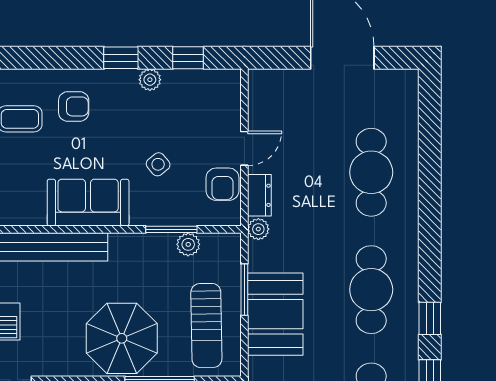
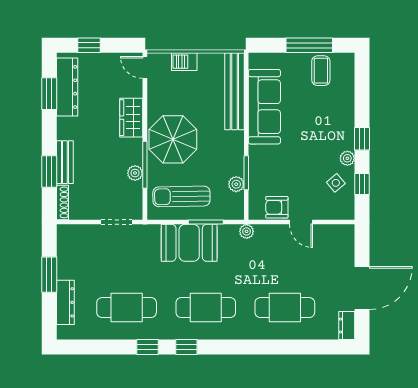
armchair: (74, 106) -> (329, 107), removed
side table: (158, 164) -> (336, 183), moved
dresser: (259, 195) -> (347, 326), moved, turned 90
sofa: (88, 203) -> (264, 107), width x1.36

